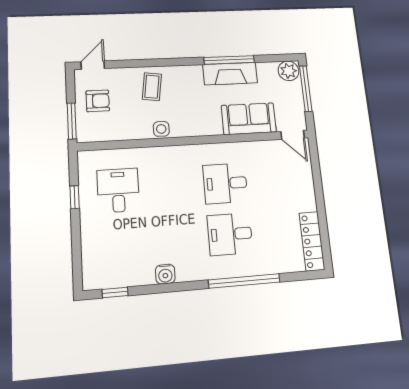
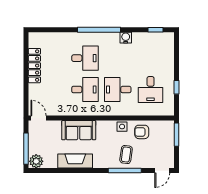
window: (229, 60) -> (125, 171), moved
armchair: (98, 101) -> (142, 132), moved
sofa: (249, 119) -> (79, 130), moved
desk: (172, 187) -> (118, 90), added
locker: (312, 241) -> (34, 66), moved
window: (244, 281) -> (99, 30), moved

